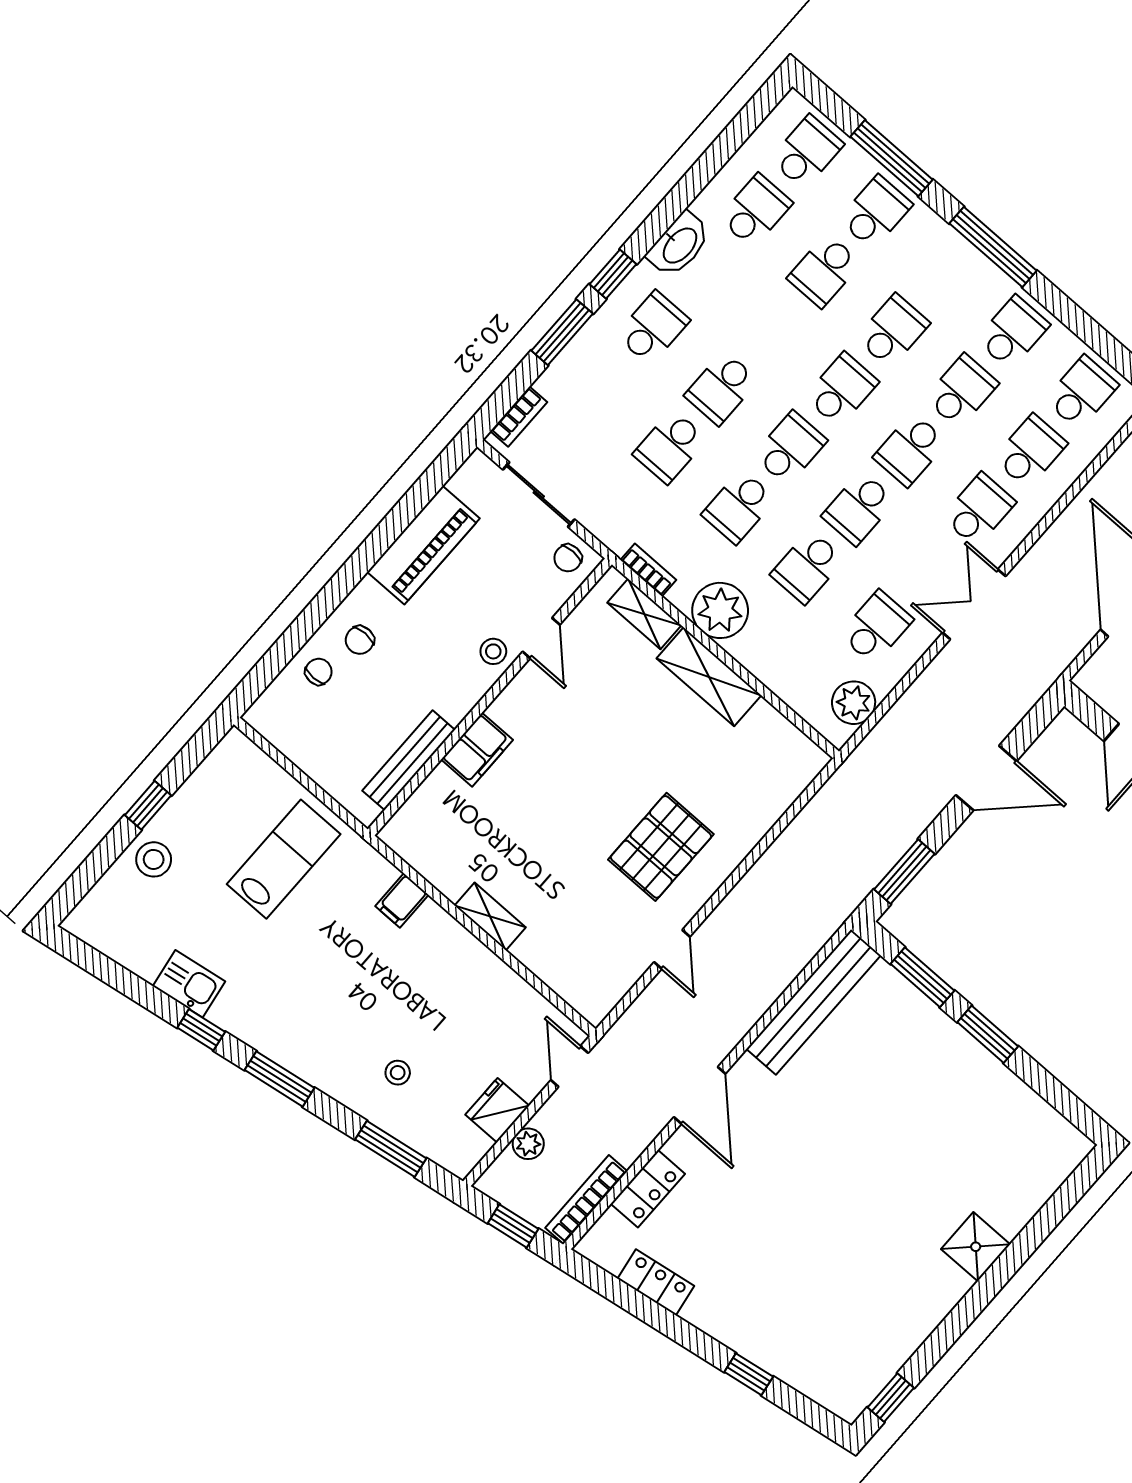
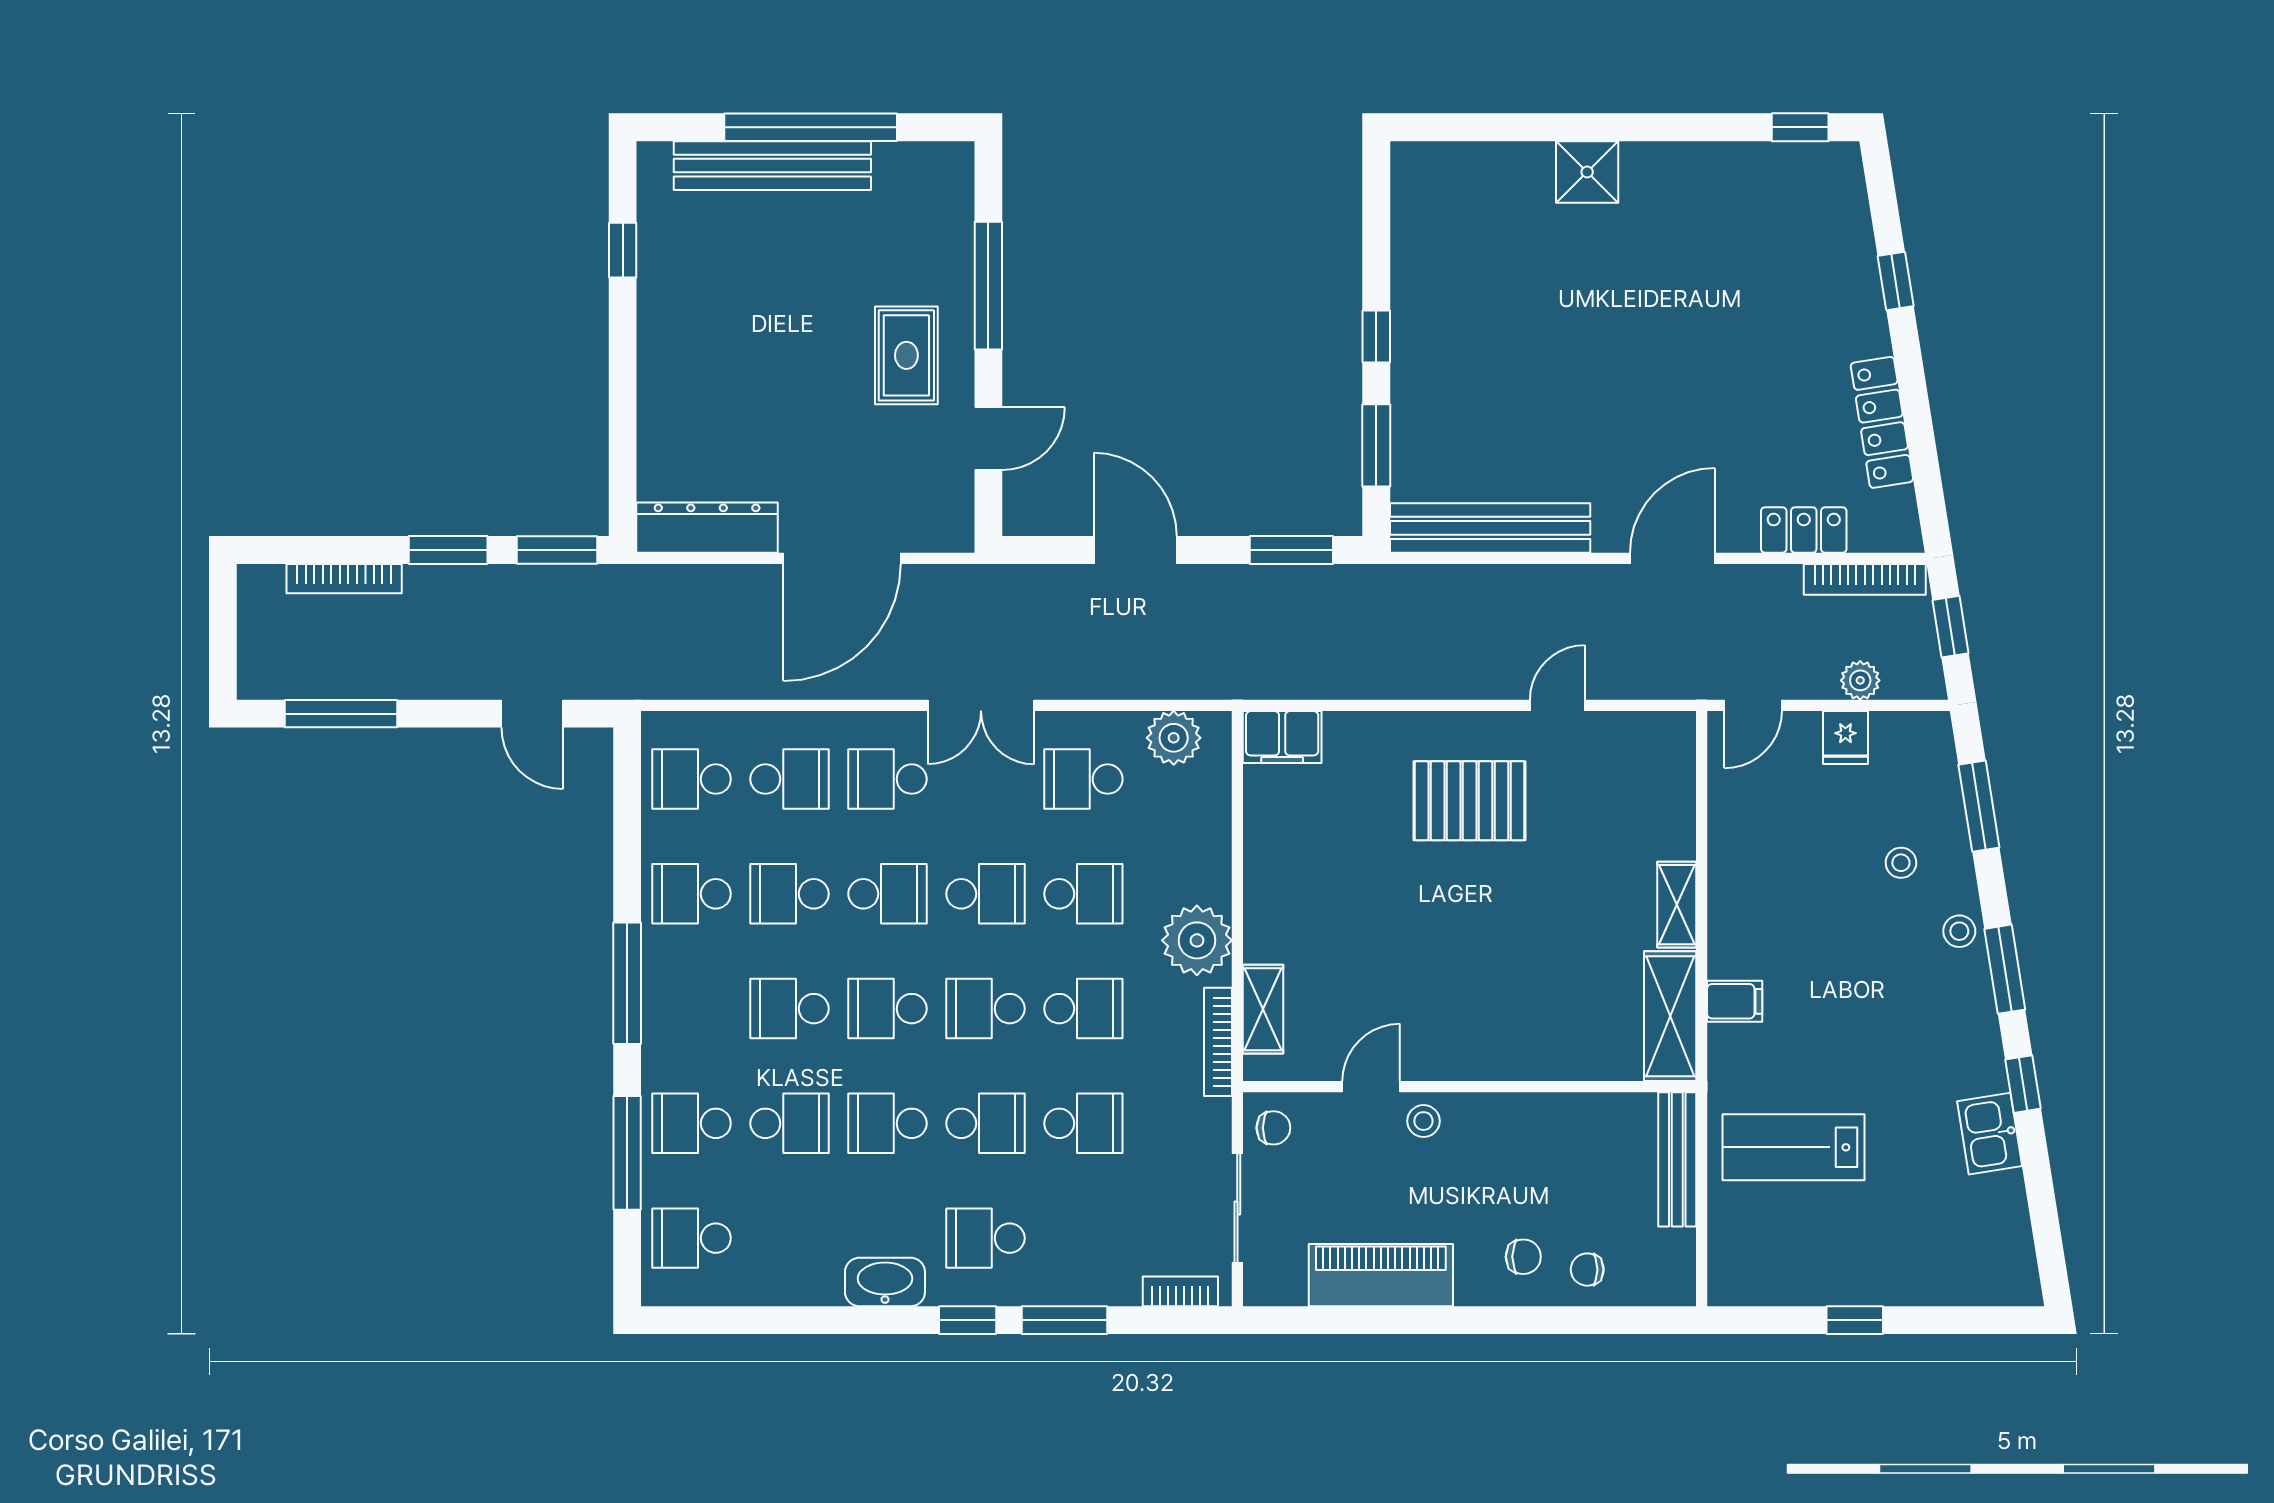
school desk: (755, 211) -> (887, 1123), moved
school desk: (1030, 451) -> (790, 779), turned 180
bookcase: (648, 570) -> (1218, 1042), width x1.56
shelving: (709, 677) -> (1670, 1016), moved
filing cabinet: (477, 750) -> (1282, 737), moved, turned 180
bench: (409, 760) -> (1677, 1159), moved, turned 90
stool: (154, 859) -> (1959, 931), moved, width x0.73, depth x0.73
window: (988, 1034) -> (1376, 336), width x0.67
fridge: (497, 1110) -> (1845, 737), width x0.72
locker: (656, 1282) -> (1882, 422), width x1.53

